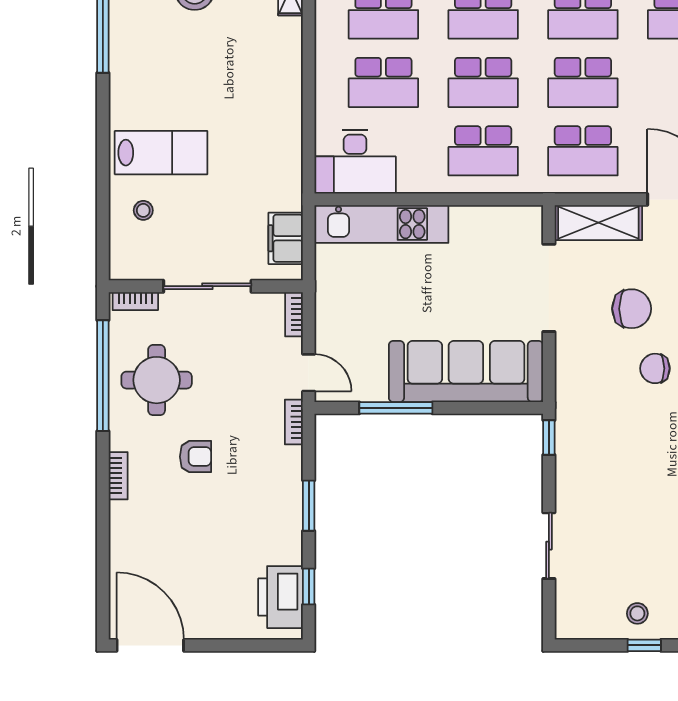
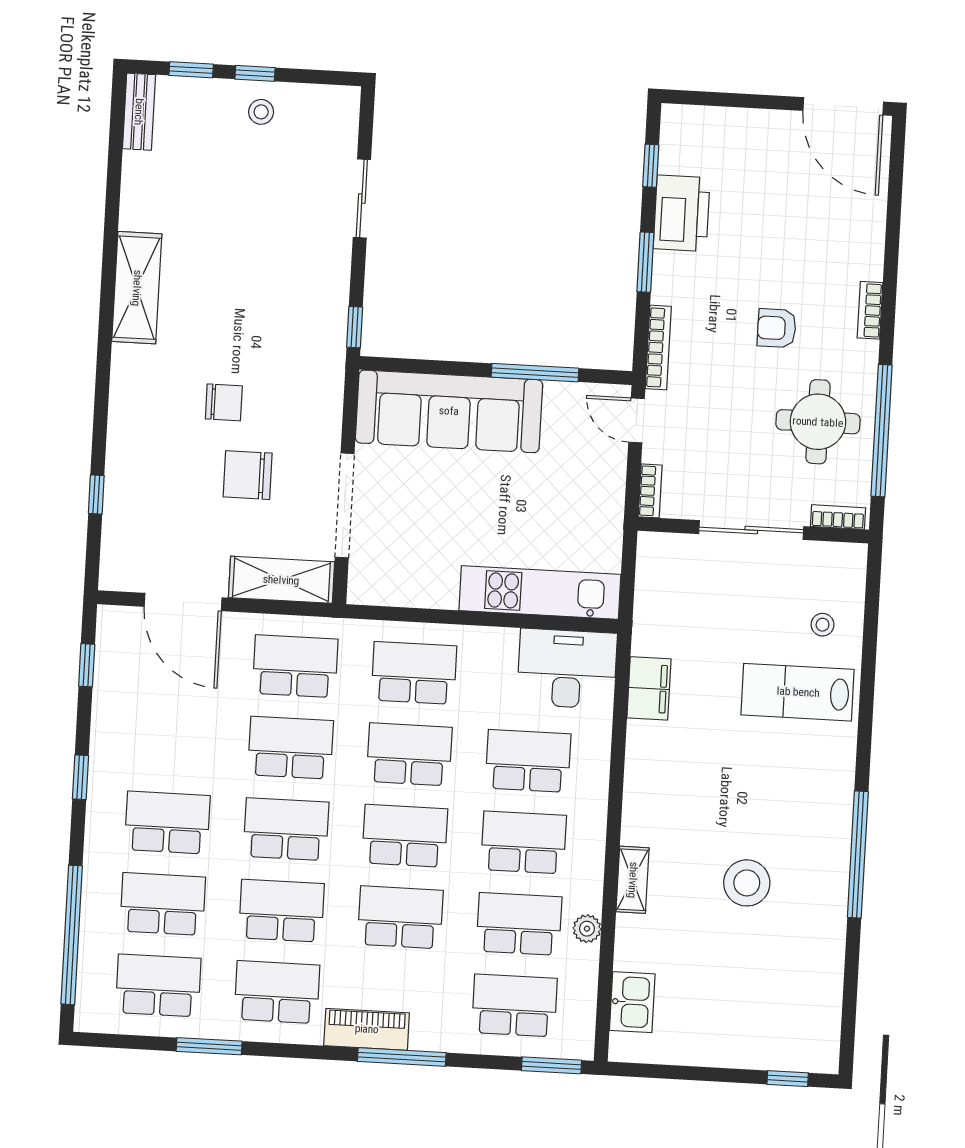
filing cabinet: (286, 238) -> (649, 688), moved
bookcase: (294, 422) -> (658, 348), width x1.56
printer: (280, 597) -> (682, 213), moved

